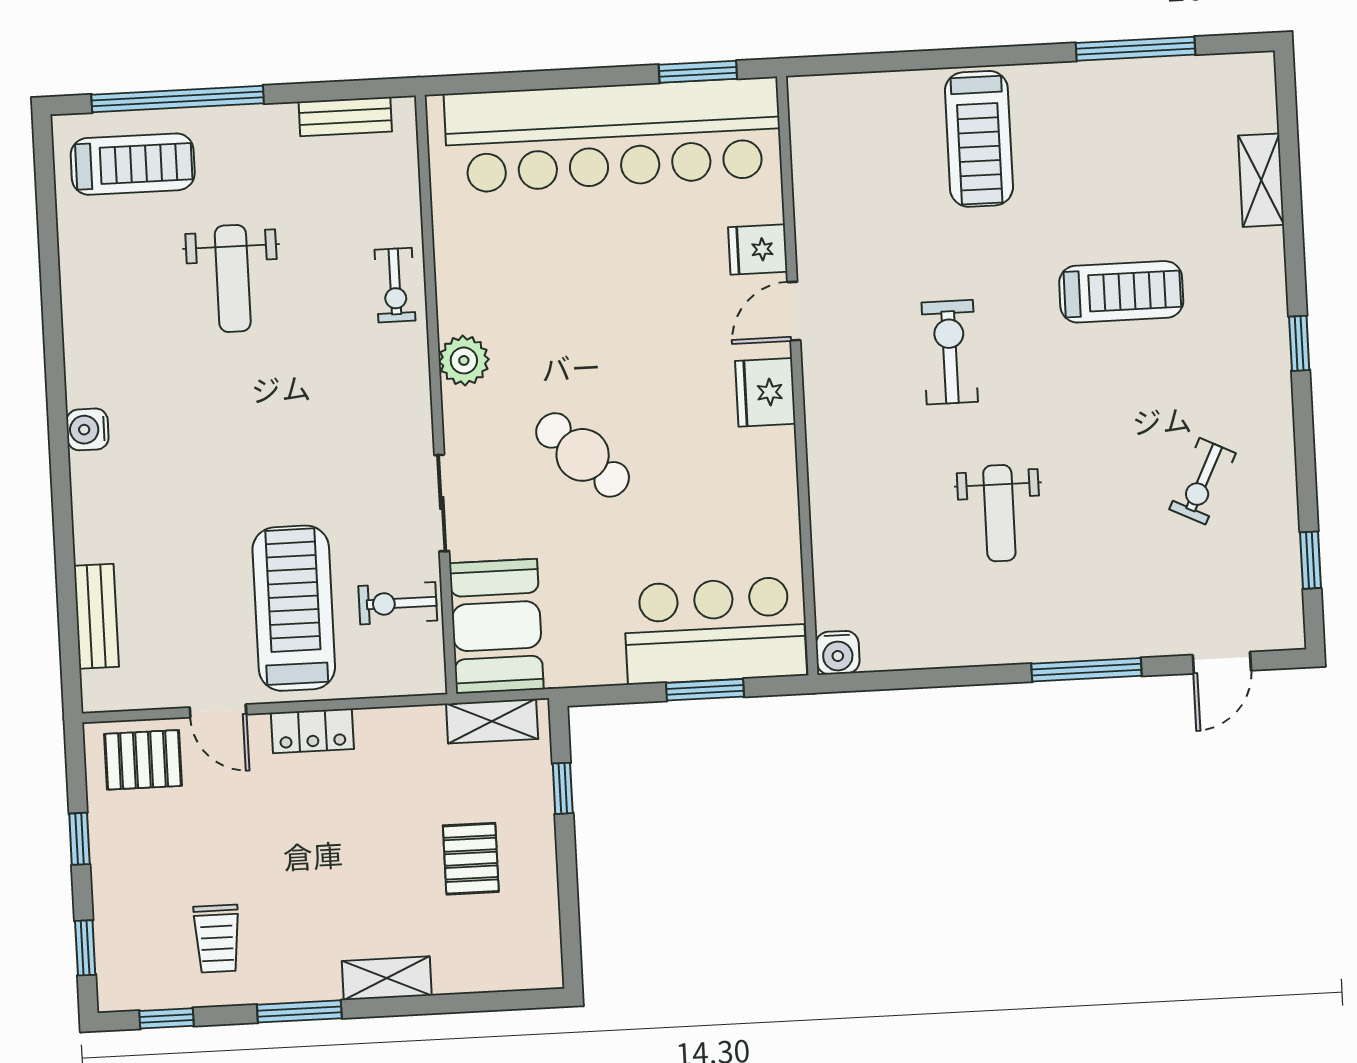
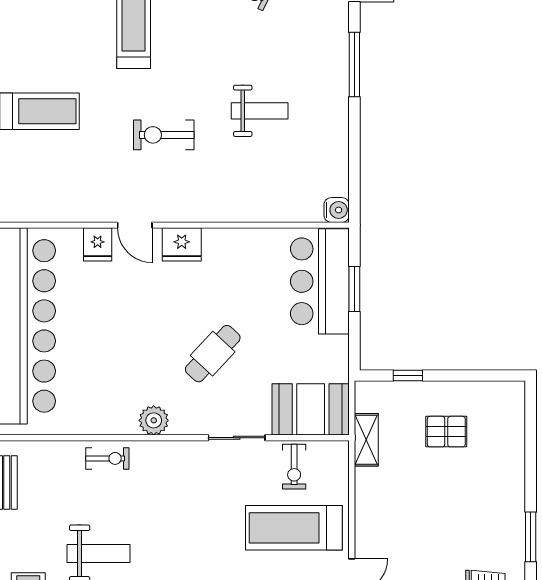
shelving: (492, 721) -> (366, 440), moved
locker: (312, 731) -> (366, 521), removed
shelving: (387, 978) -> (514, 485), removed

